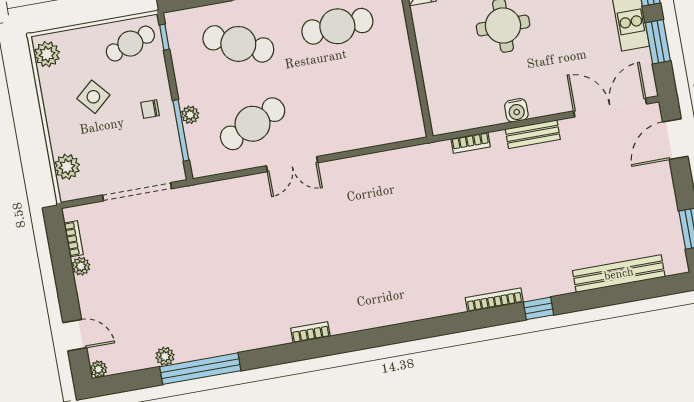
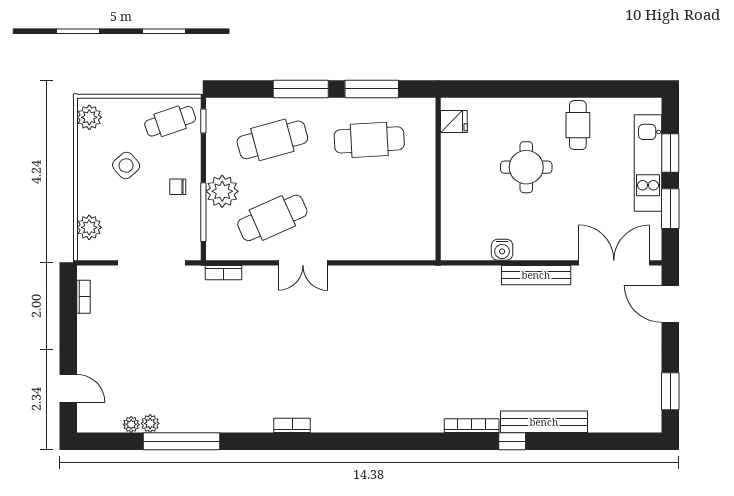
cafe table: (238, 44) -> (272, 140), turned -39
water cooler: (516, 110) -> (502, 250), moved
plant: (190, 115) -> (222, 191), width x1.88, depth x1.88
bench: (533, 134) -> (536, 275), width x1.36
door: (675, 139) -> (670, 304), hinge flipped
bookcase: (471, 143) -> (223, 273), moved
plant: (81, 266) -> (86, 324), removed
bench: (619, 274) -> (544, 422), moved
plant: (98, 369) -> (131, 424), moved

